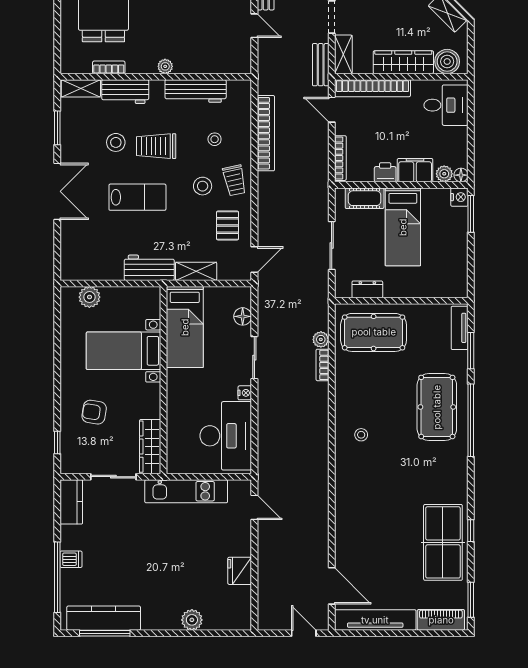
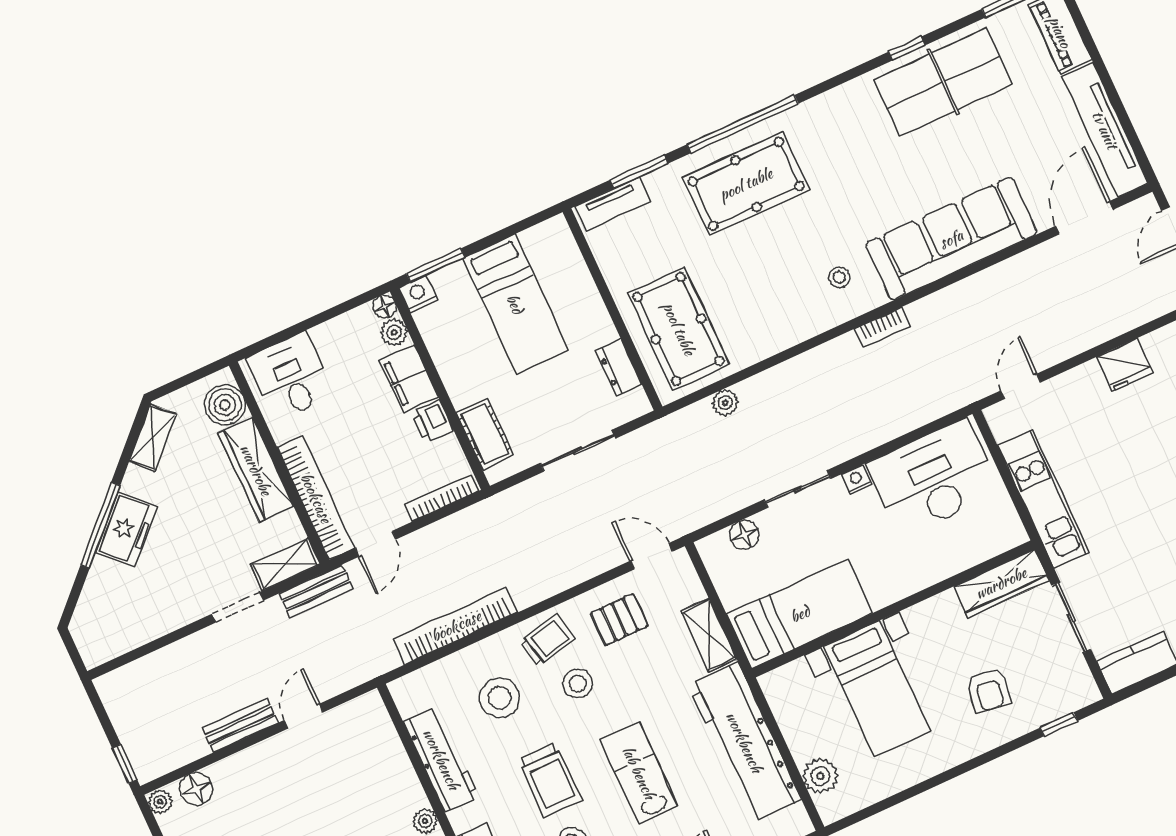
stool: (215, 139) -> (500, 698), width x1.89, depth x1.89
bed: (403, 227) -> (515, 304), moved, turned 90
workbench: (149, 268) -> (744, 742), width x1.88, depth x1.32
bookcase: (322, 365) -> (882, 327), moved
sofa: (354, 507) -> (951, 239), added

